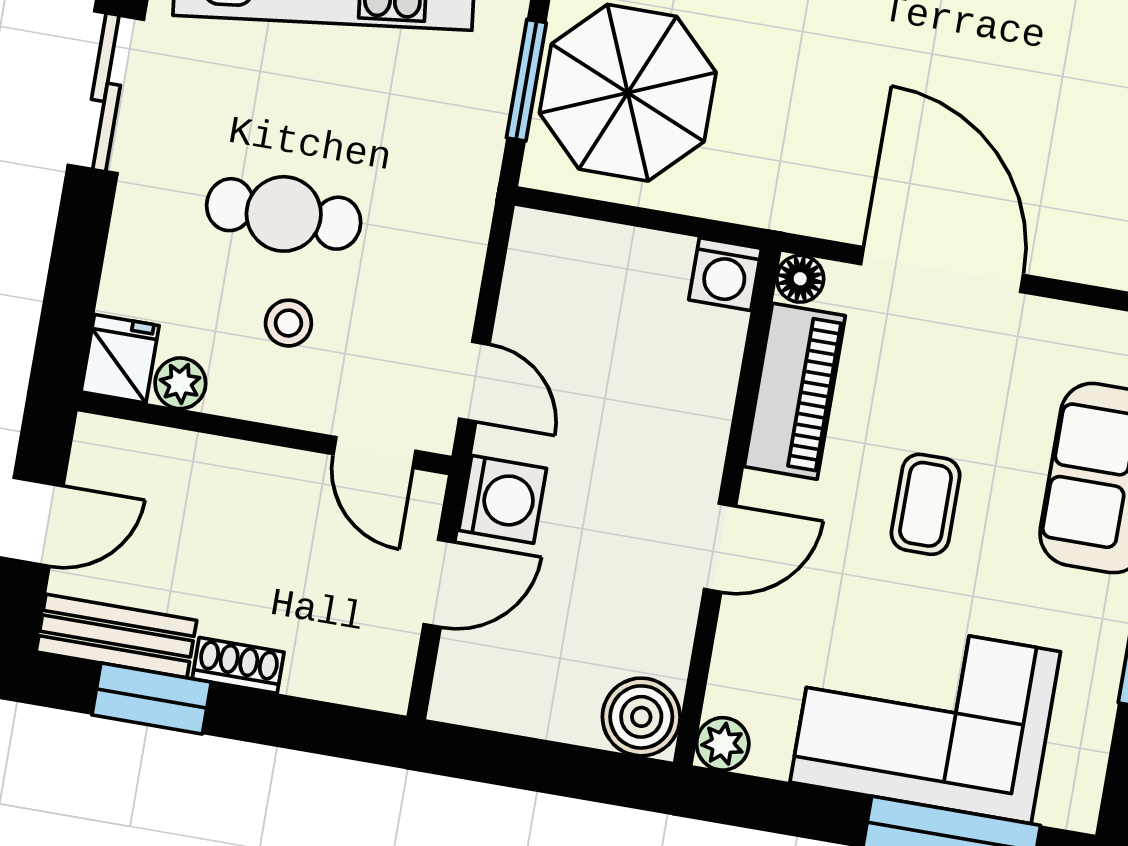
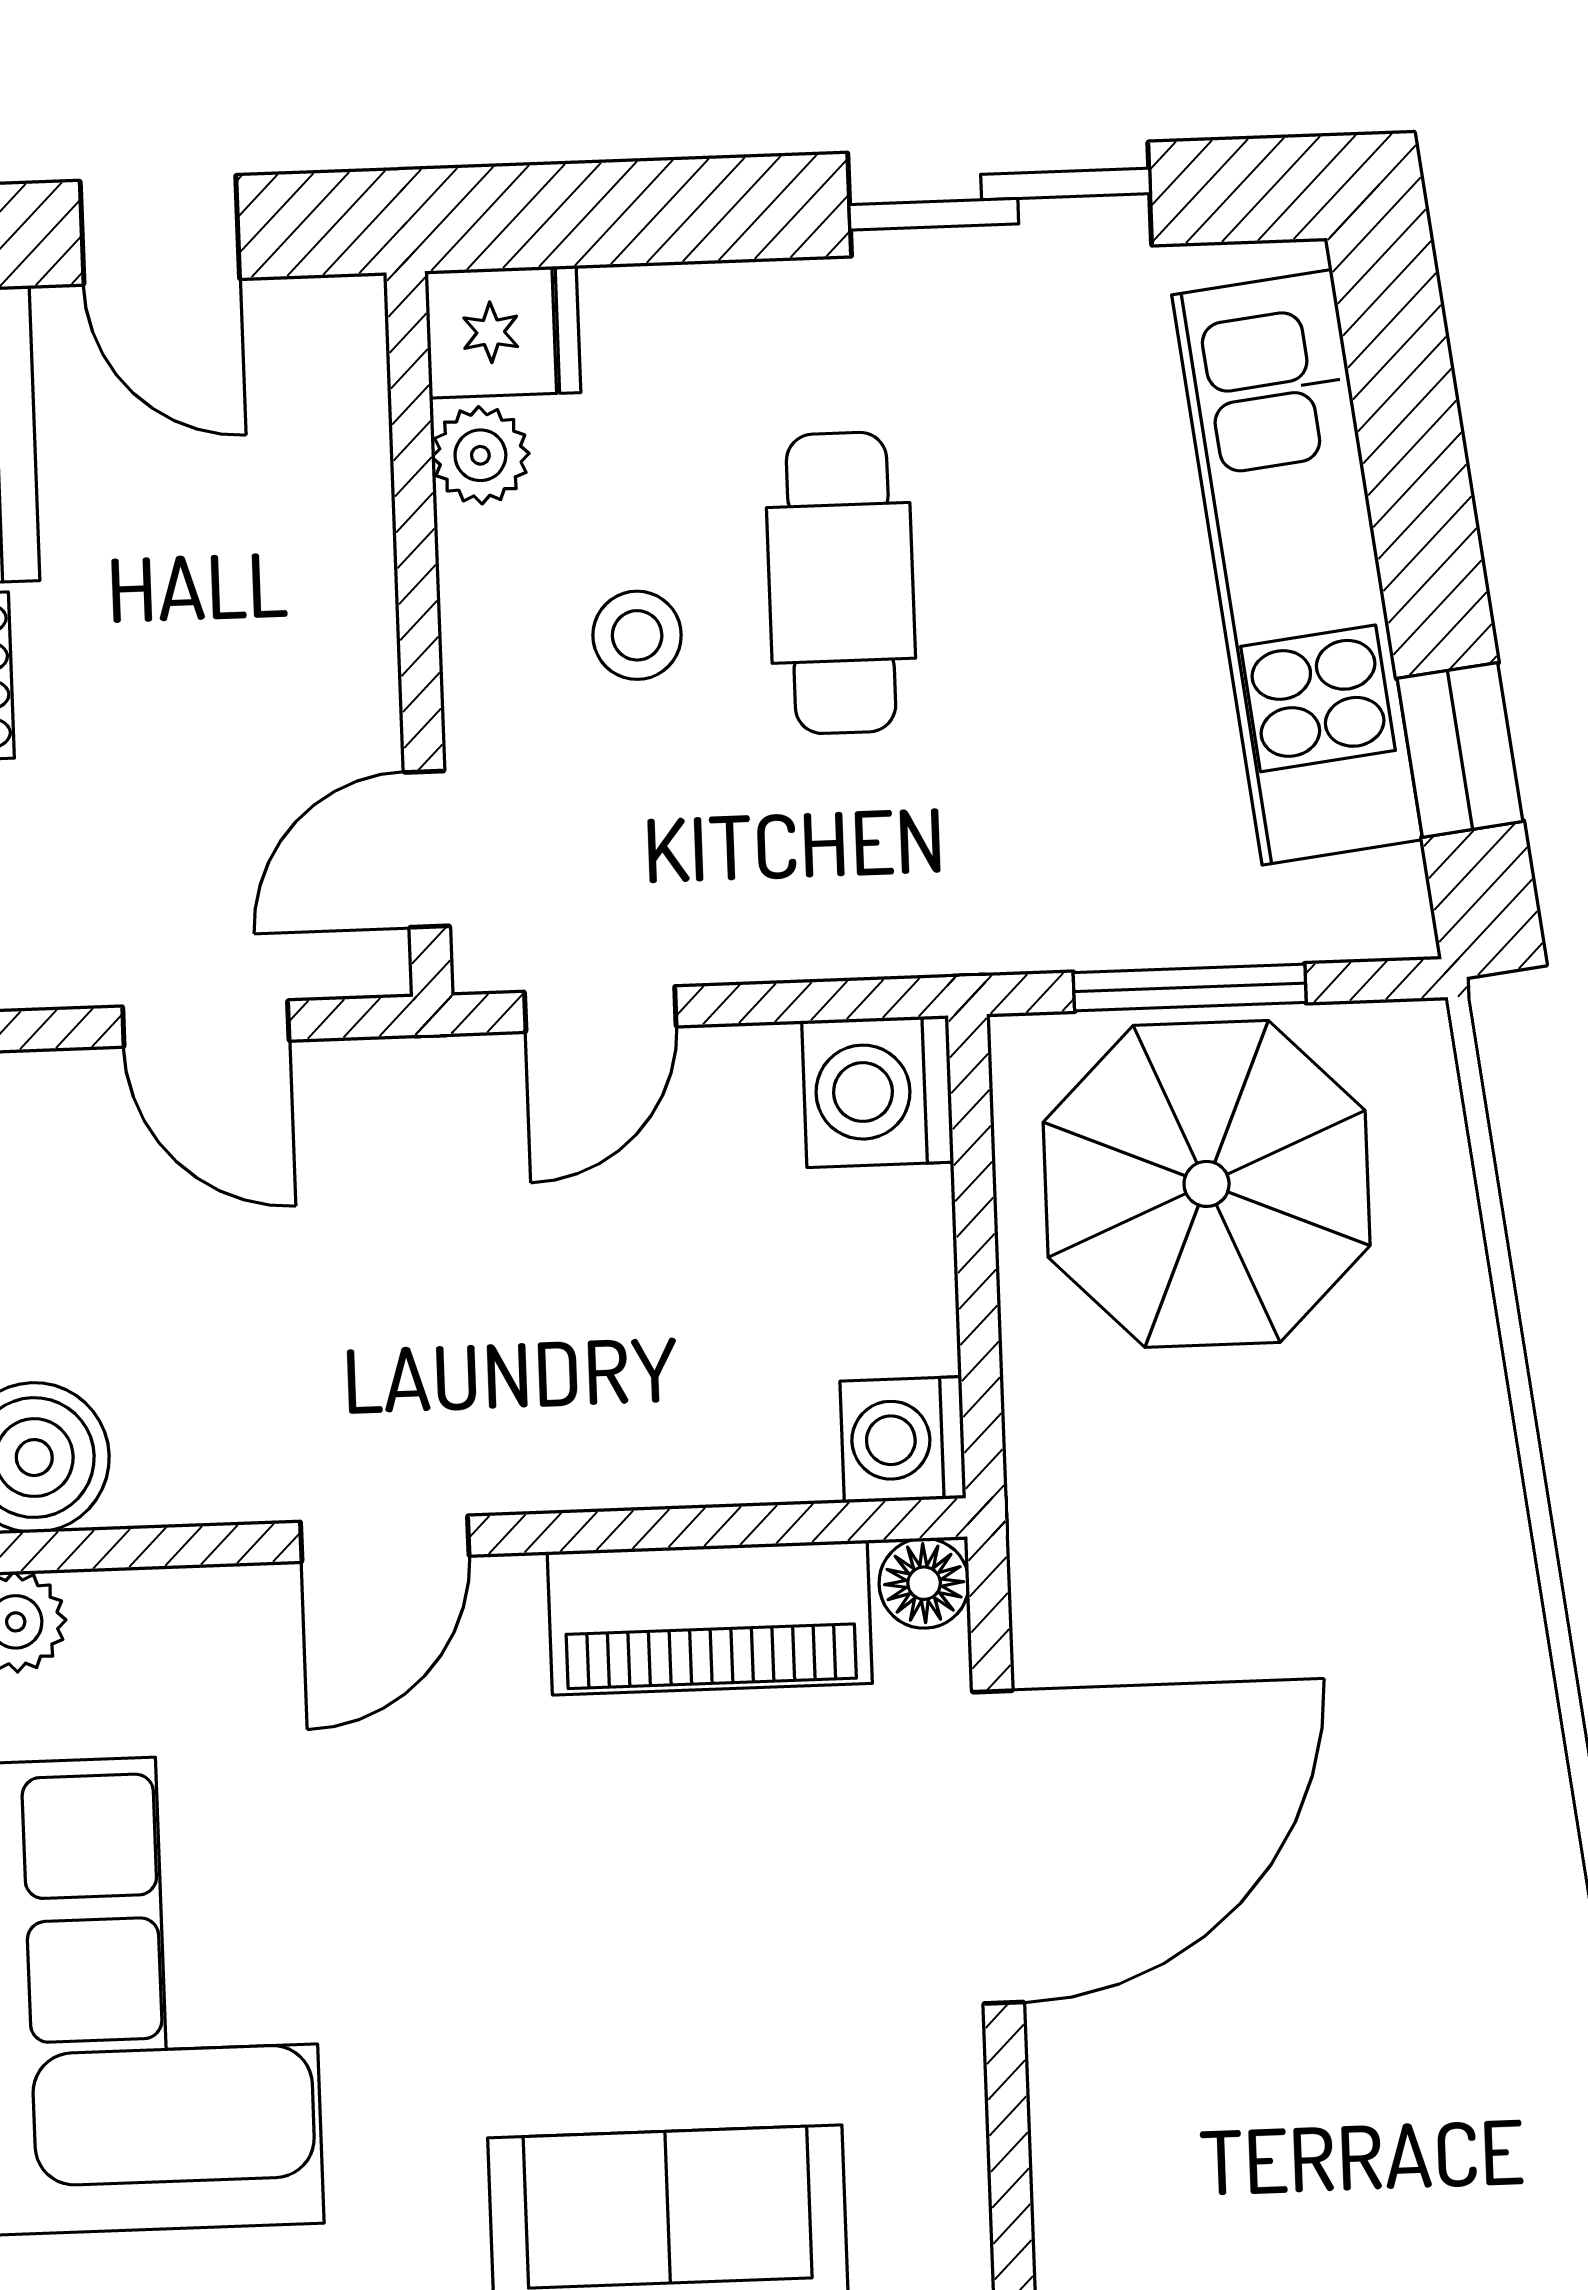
washing machine: (503, 499) -> (878, 1092), moved, turned 90
coffee table: (926, 504) -> (548, 1909), removed
door: (720, 548) -> (385, 1539), hinge flipped

